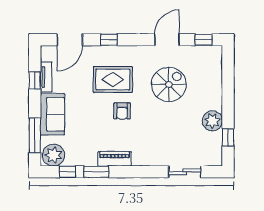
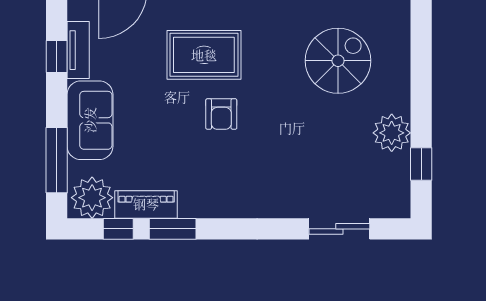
spiral stairs: (169, 84) -> (338, 61), moved
piano: (115, 159) -> (146, 204), moved

